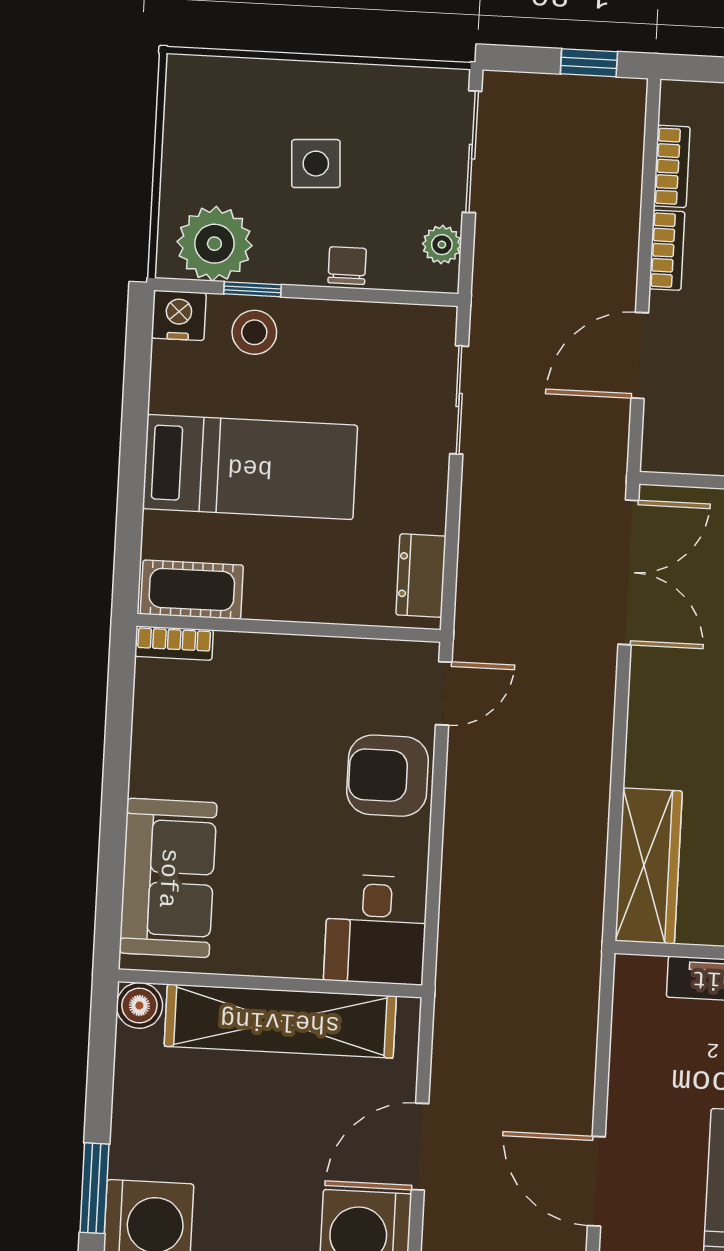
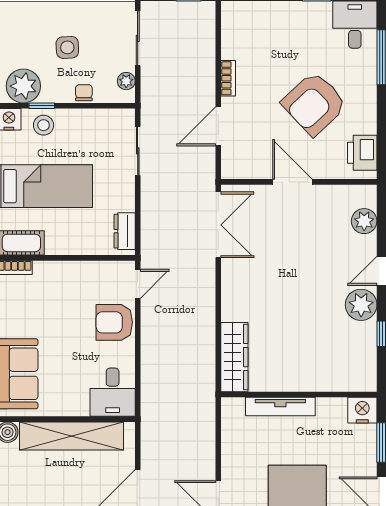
bookcase: (672, 166) -> (228, 40), removed

